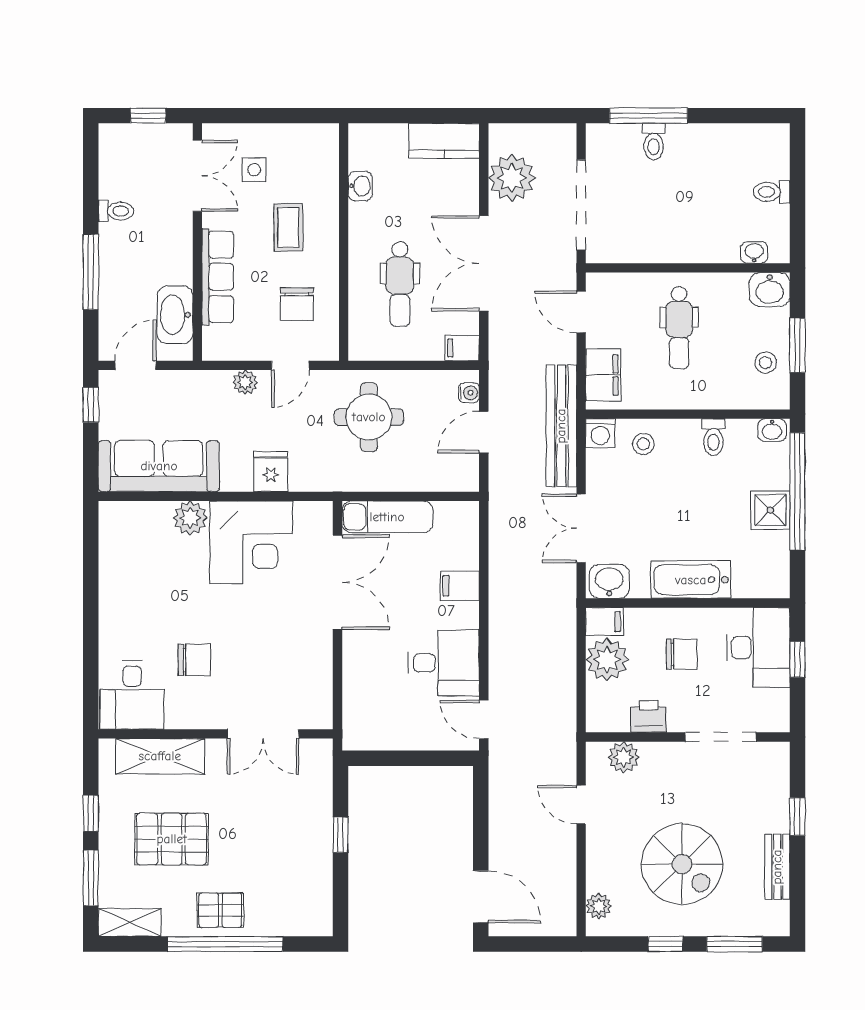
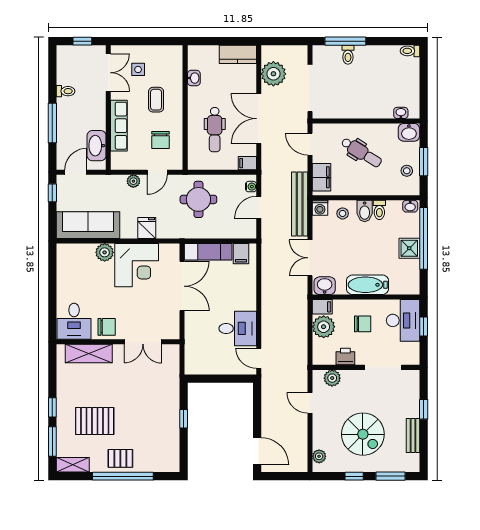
toilet: (772, 192) -> (410, 51), moved
dental chair: (679, 328) -> (361, 152), turned -58
bidet: (685, 439) -> (365, 211), added
filing cabinet: (460, 586) -> (241, 254), moved, turned -90
desk: (132, 695) -> (74, 321), moved
wall: (216, 734) -> (118, 342), moved
double door: (263, 734) -> (143, 342), moved
shelving: (160, 756) -> (89, 354), moved

